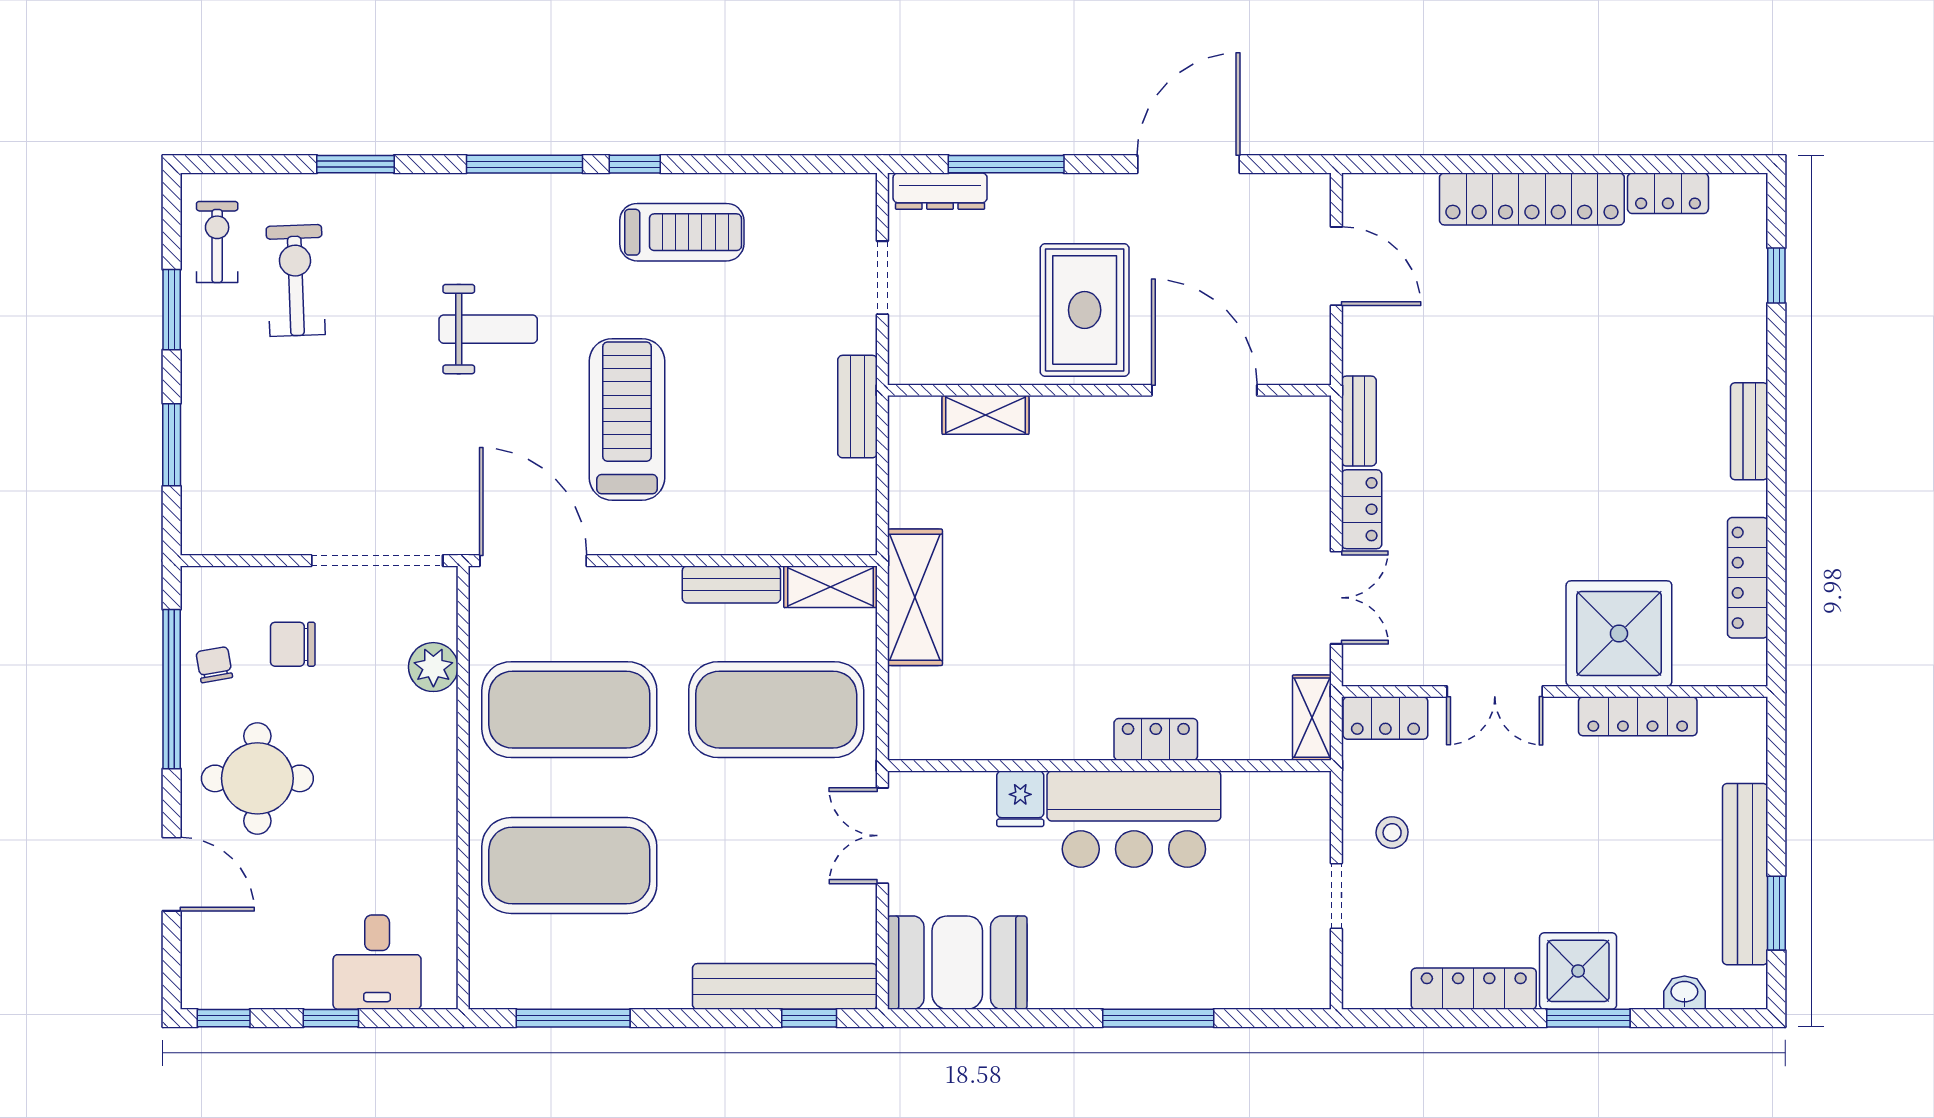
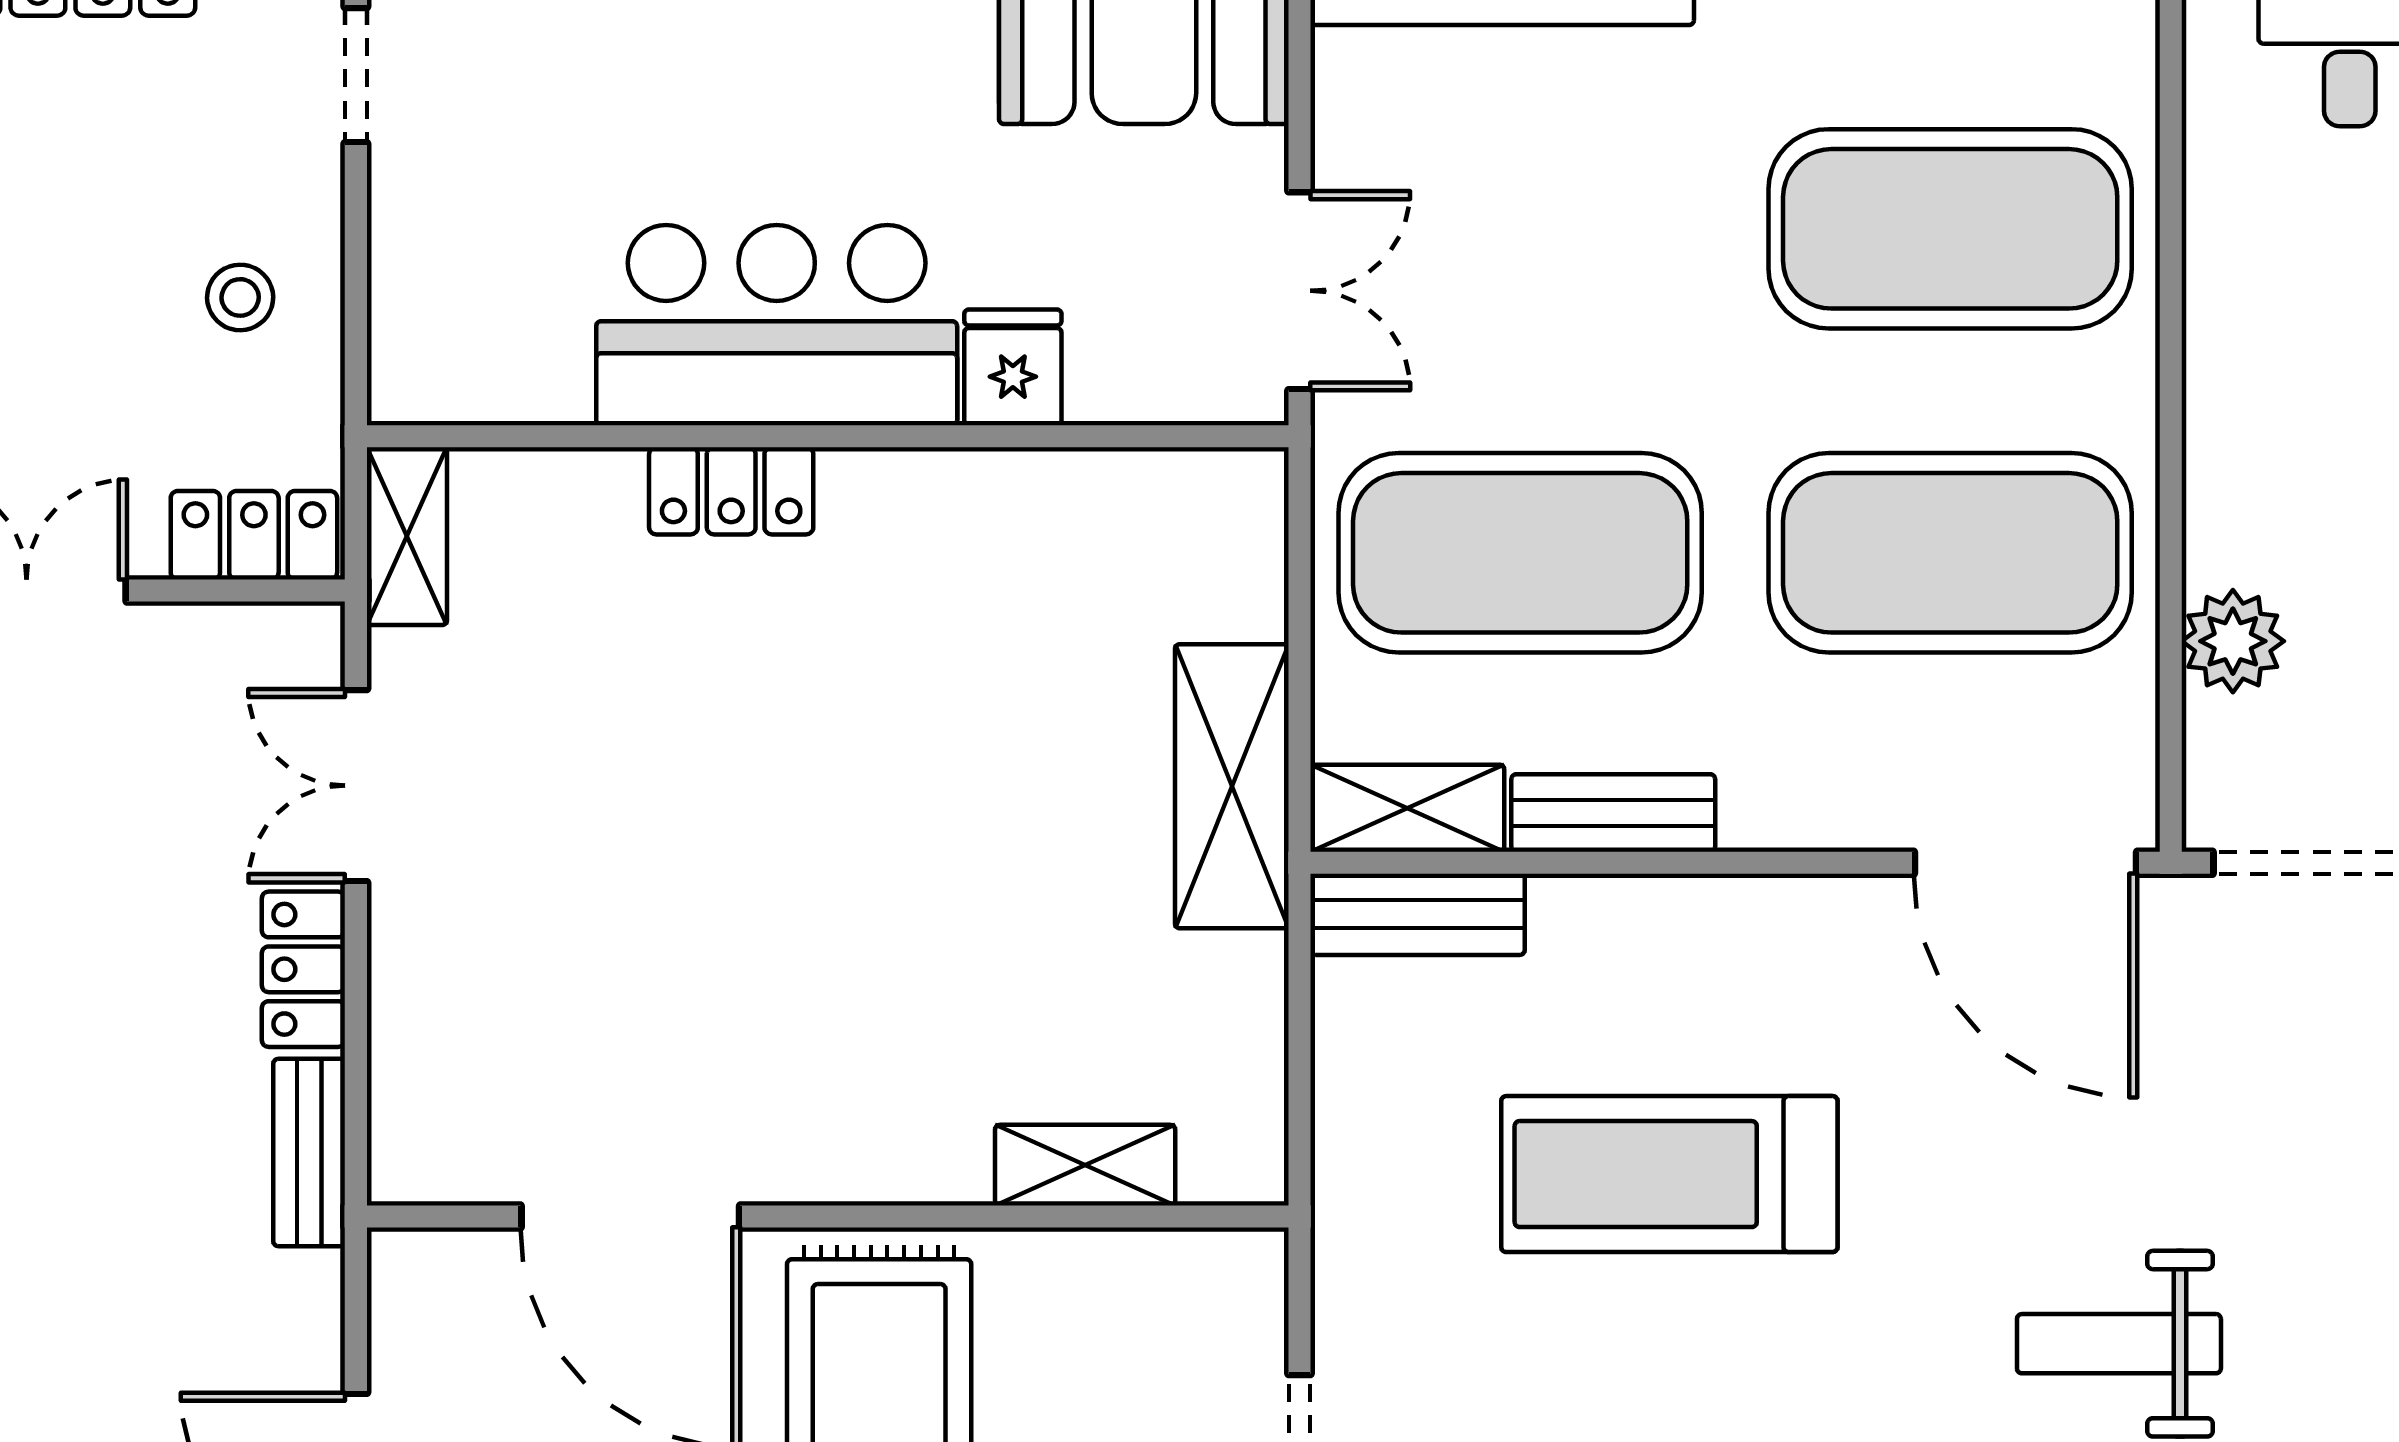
bench: (857, 407) -> (1418, 914), moved, turned 90
treadmill: (627, 419) -> (1669, 1174), moved, turned 90
doorway: (1336, 896) -> (356, 75), moved

